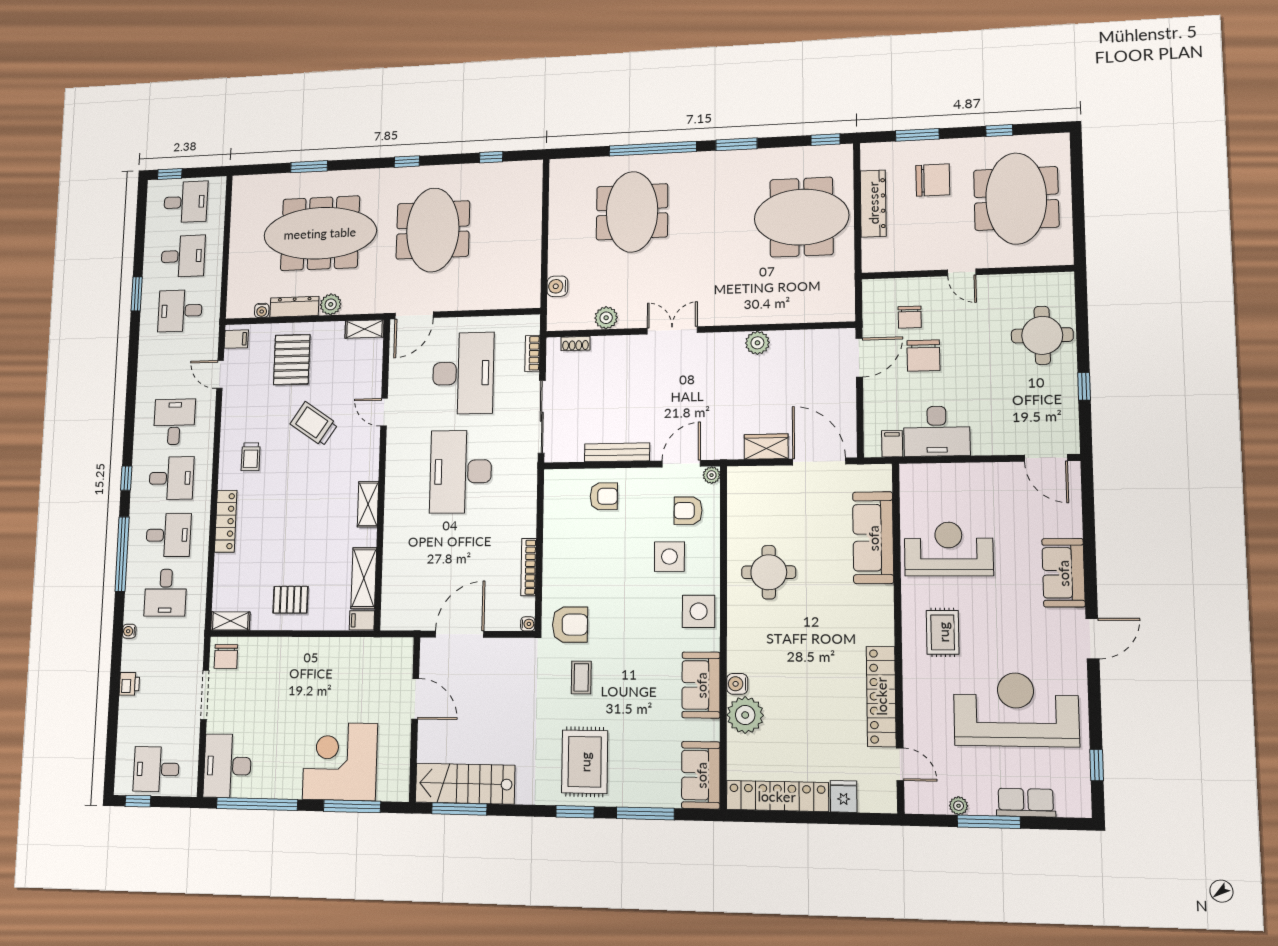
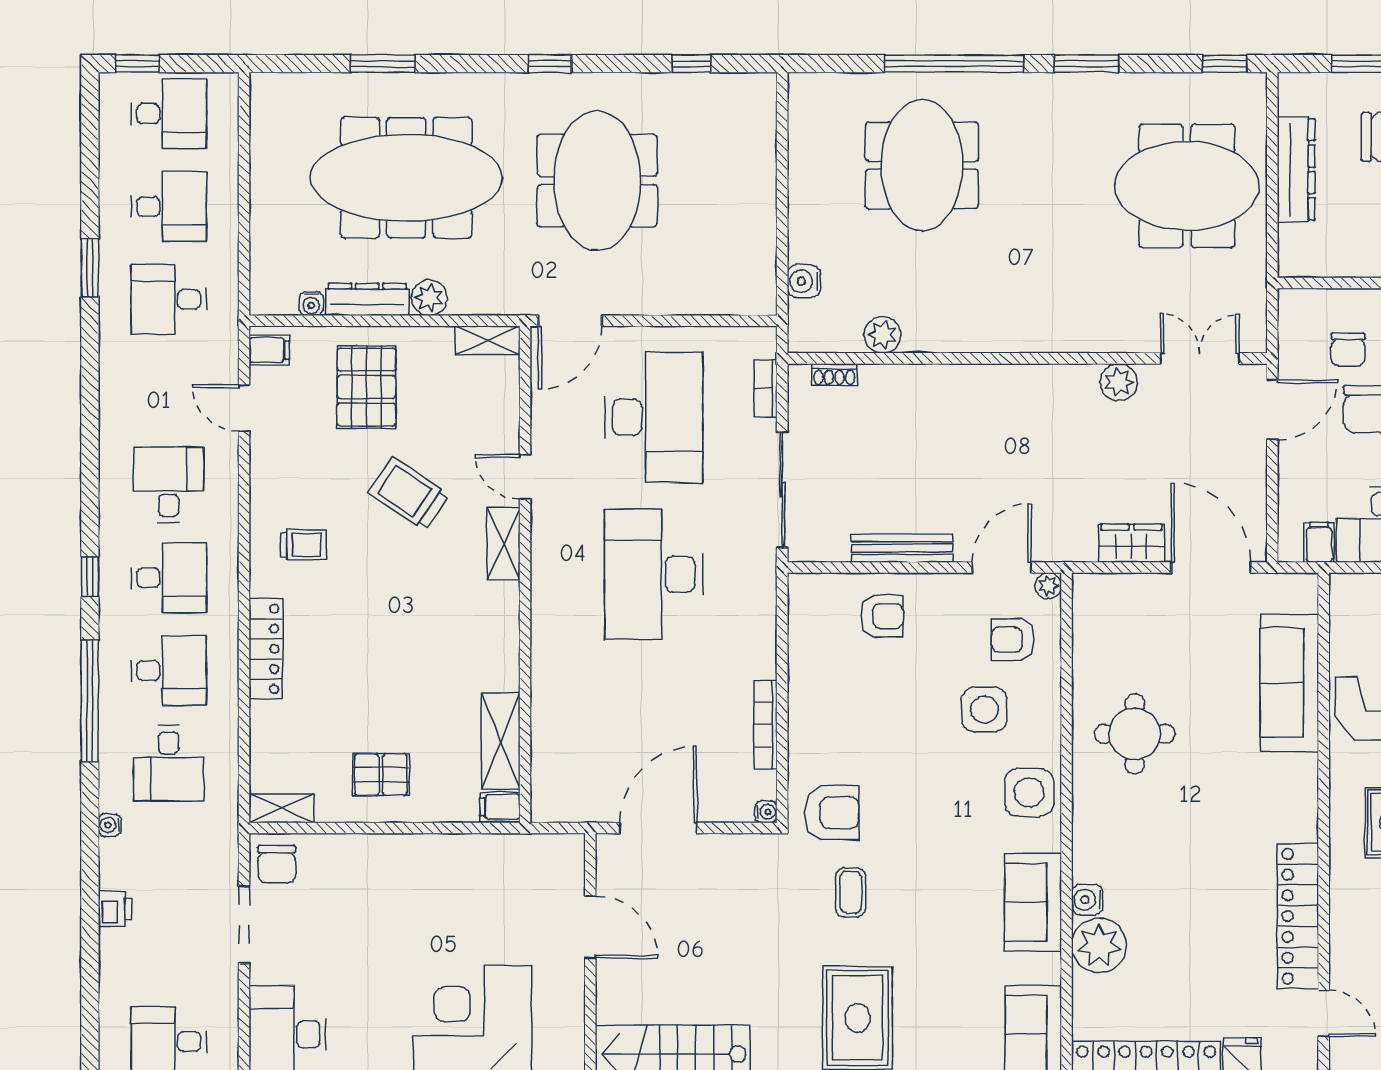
double door: (672, 330) -> (1200, 358), moved
trolley: (251, 457) -> (303, 545), turned -90
shelving: (368, 504) -> (504, 544), moved

